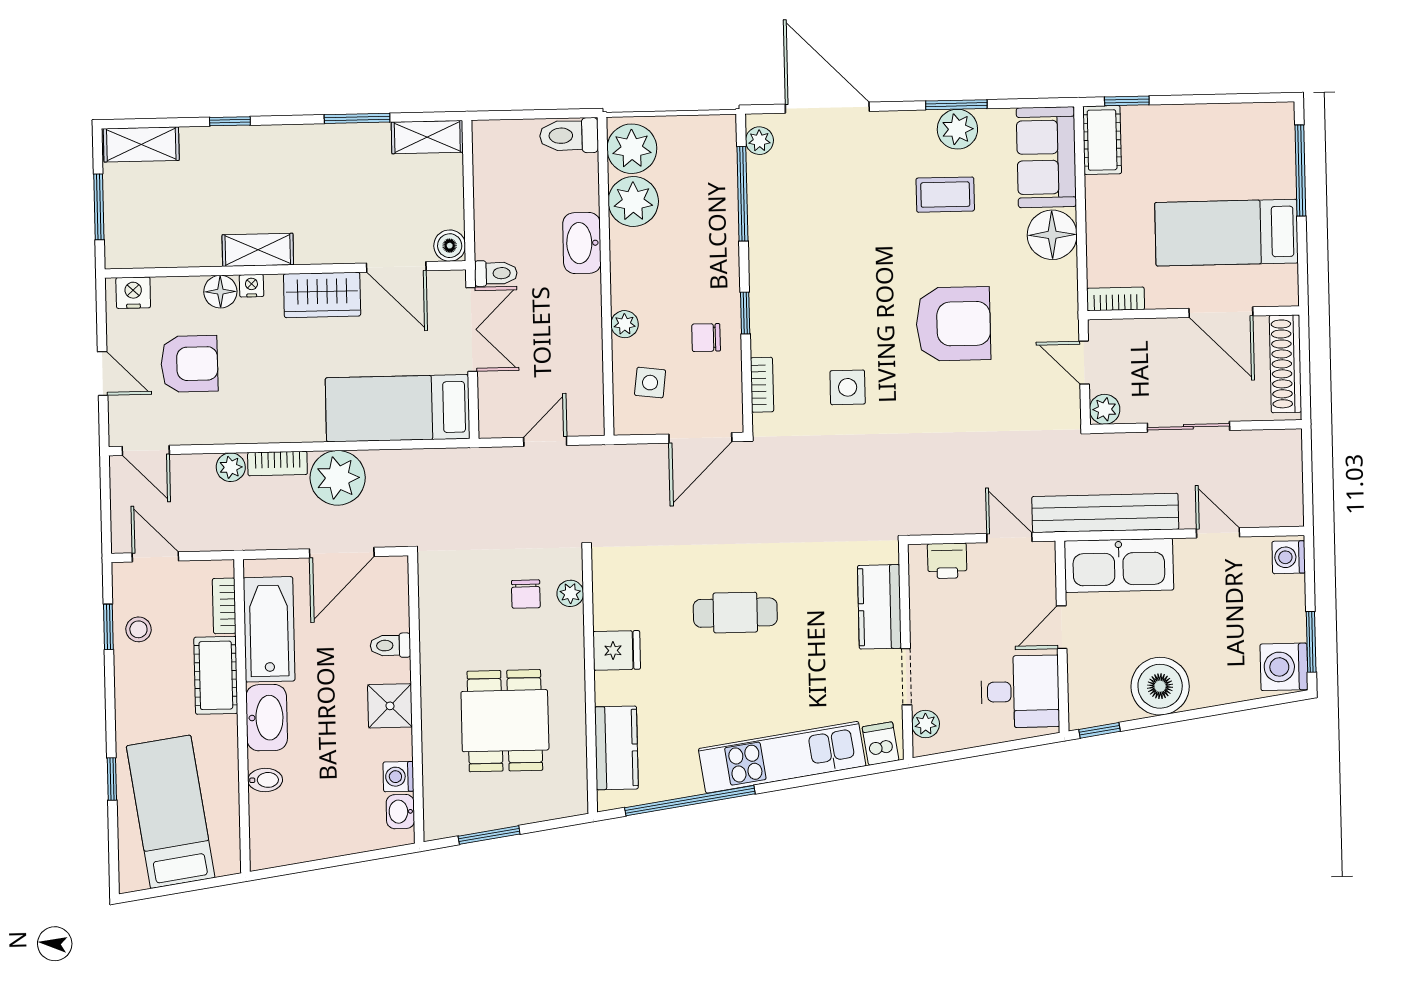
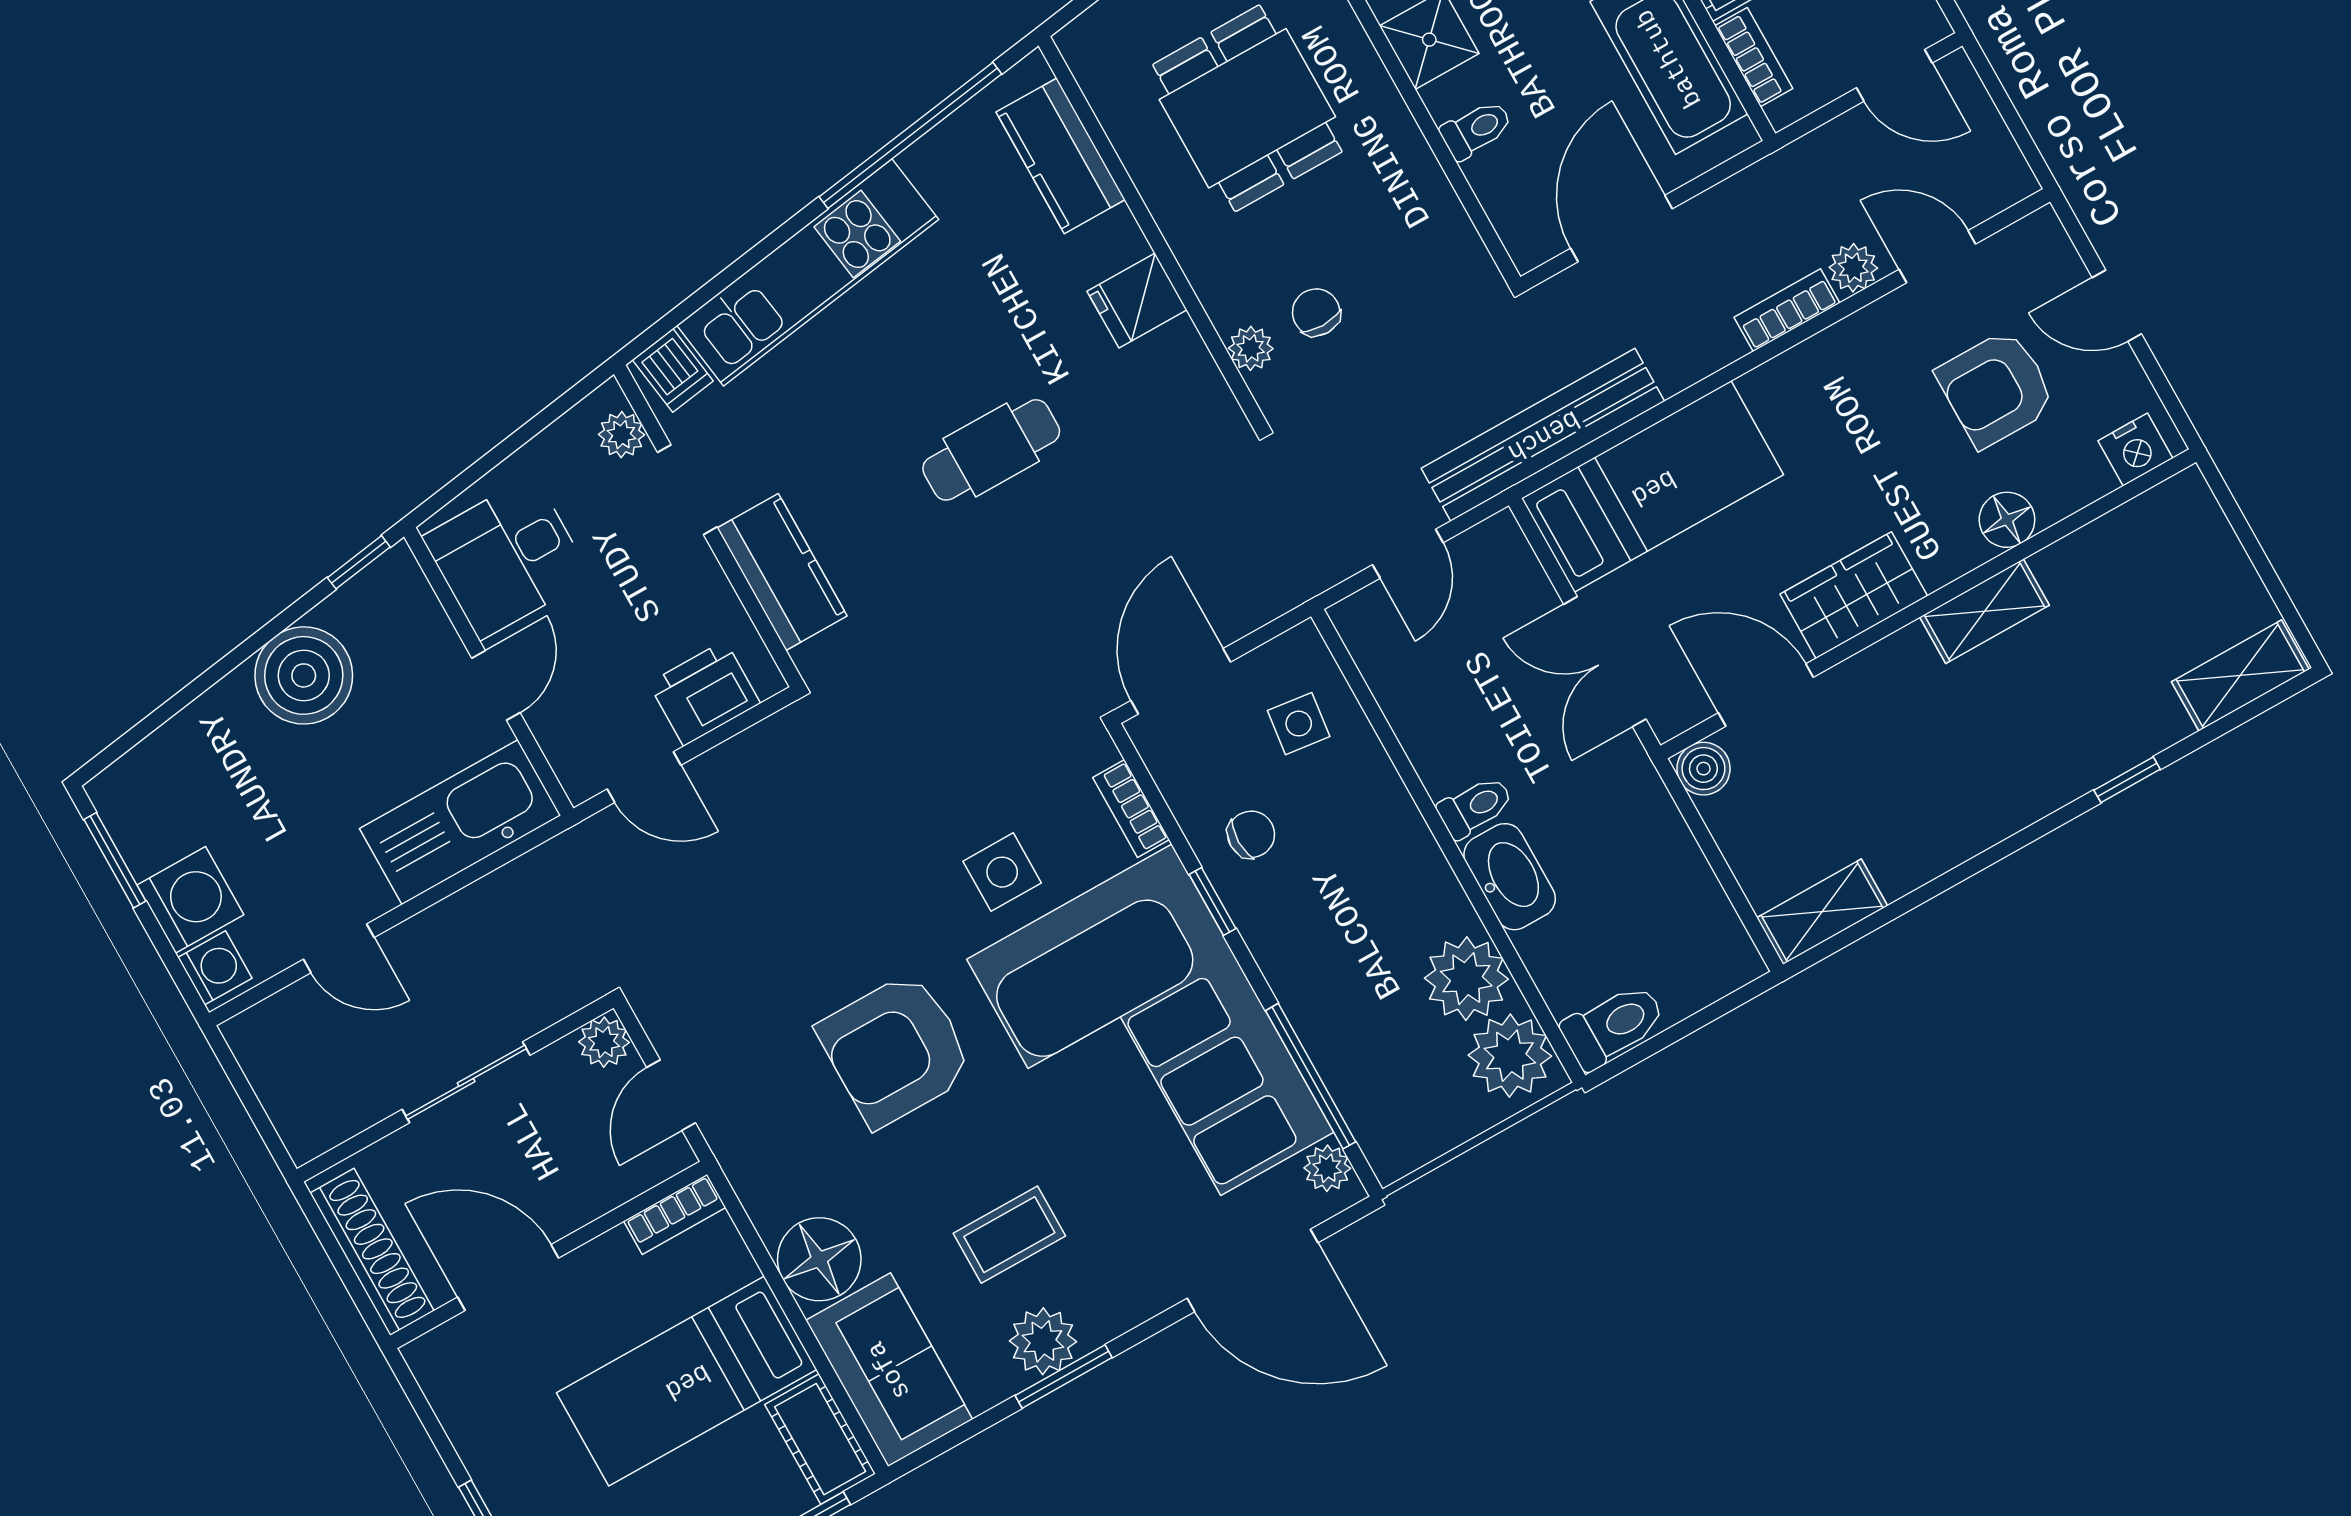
window: (357, 118) -> (1941, 884), removed
window: (99, 207) -> (2254, 550), removed
bed: (1226, 233) -> (687, 1381), moved, turned 180
corner sofa: (818, 255) -> (1150, 1046), added
toilet: (496, 273) -> (1475, 807), moved, turned 180
nightstand: (251, 286) -> (1966, 553), removed
plant: (625, 324) -> (1382, 790), removed
door: (1084, 363) -> (671, 1095), swing flipped
door: (146, 450) -> (1937, 257), moved
plant: (338, 478) -> (1686, 336), removed
bench: (1105, 513) -> (1543, 435), moved
printer: (947, 561) -> (704, 693), width x1.36, depth x1.24
washing machine: (1284, 667) -> (190, 900), moved

